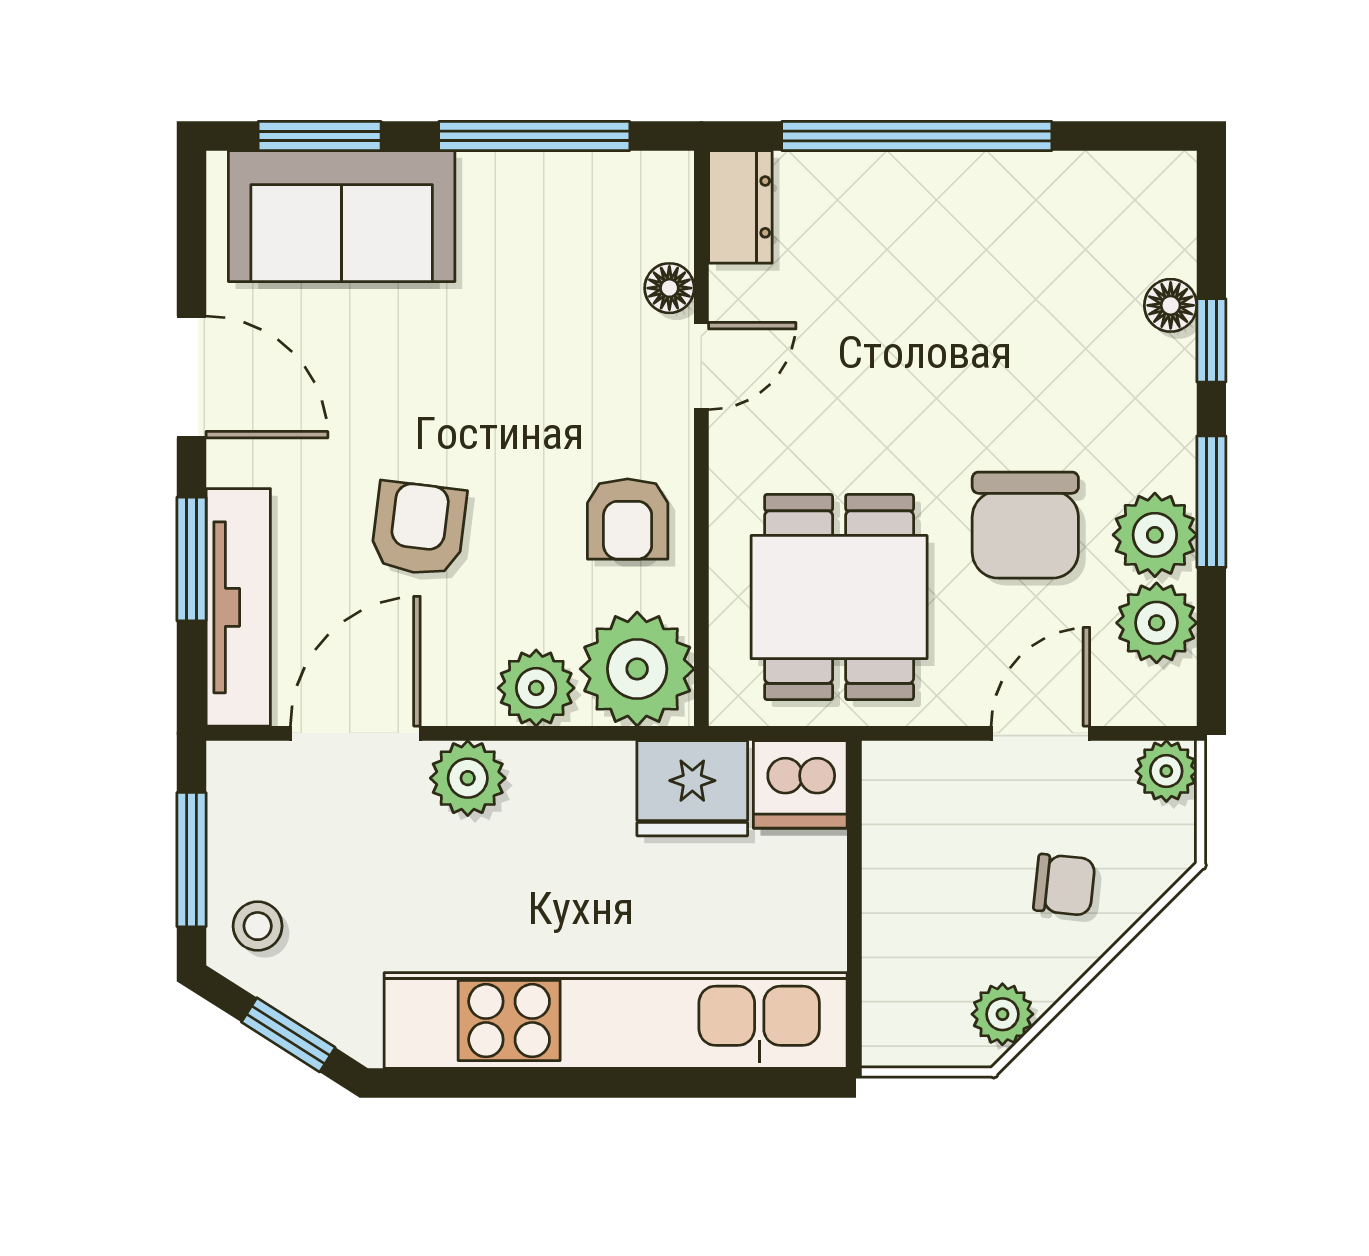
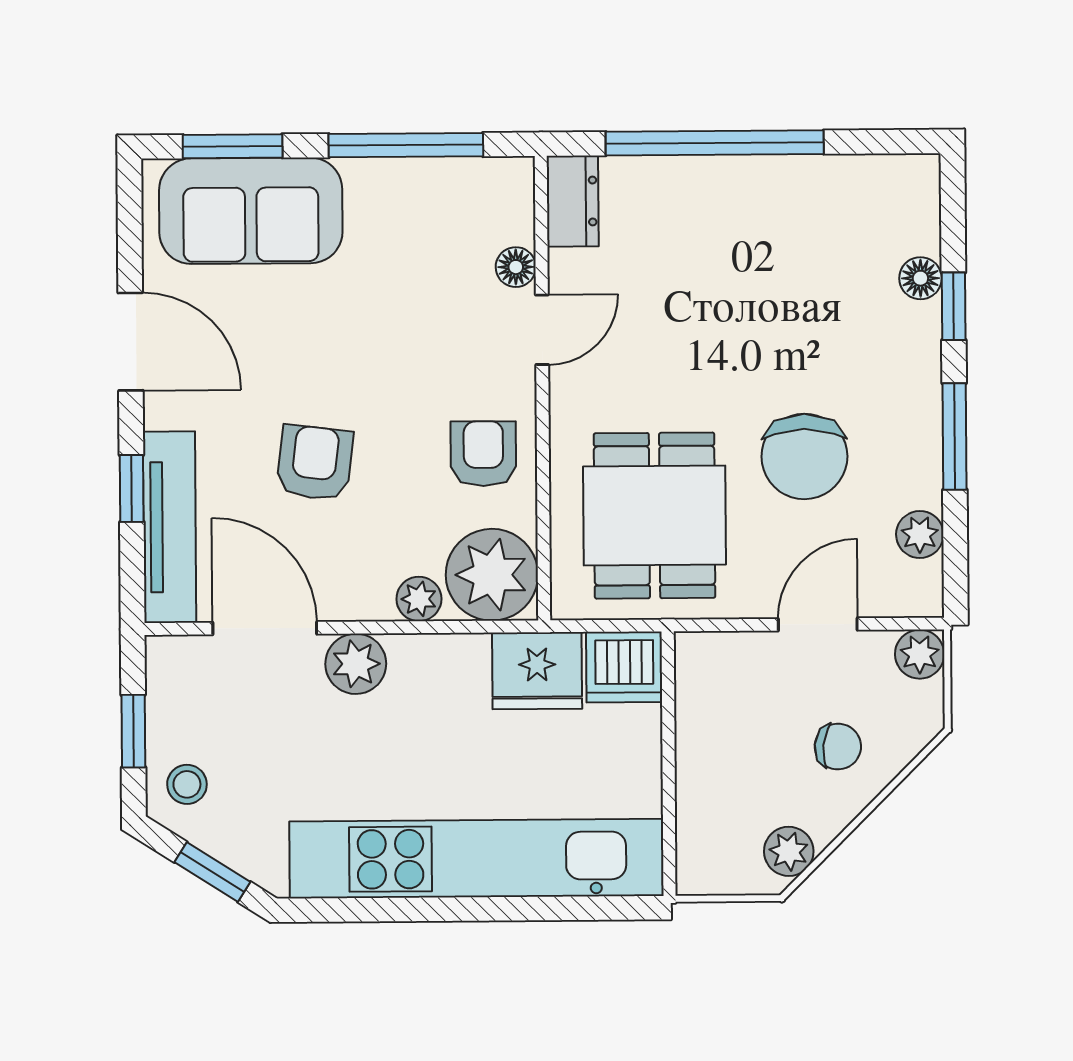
armchair: (628, 519) -> (483, 454), turned 180
plant: (1155, 535) -> (909, 464), removed
window: (192, 559) -> (132, 488), width x0.67
plant: (1157, 623) -> (920, 534), width x0.73, depth x0.73
plant: (536, 688) -> (419, 599), width x0.73, depth x0.73
door: (355, 733) -> (265, 628), hinge flipped
window: (192, 860) -> (133, 731), width x0.67

